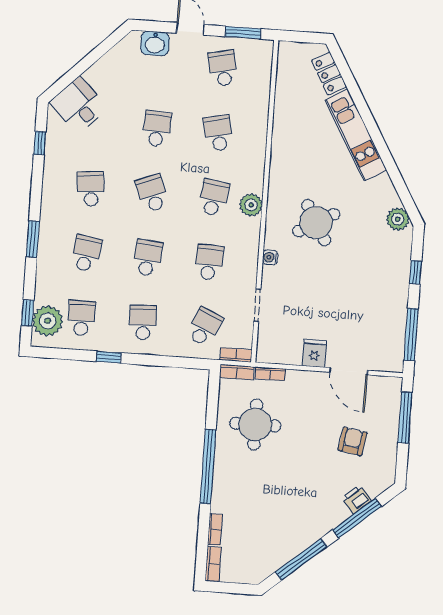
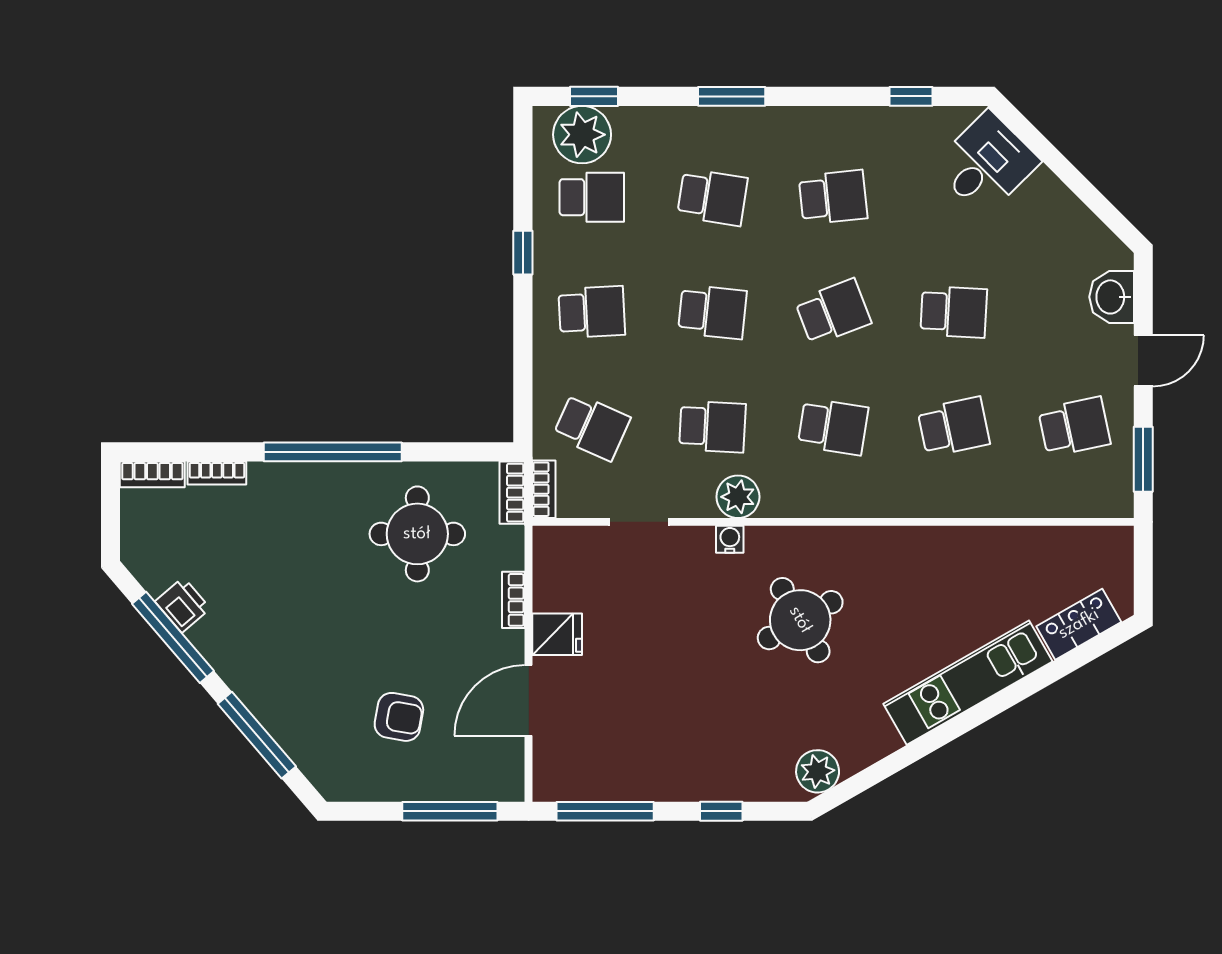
plant: (251, 205) -> (738, 497), moved
bookcase: (270, 374) -> (513, 600), moved
printer: (357, 499) -> (183, 605), moved

